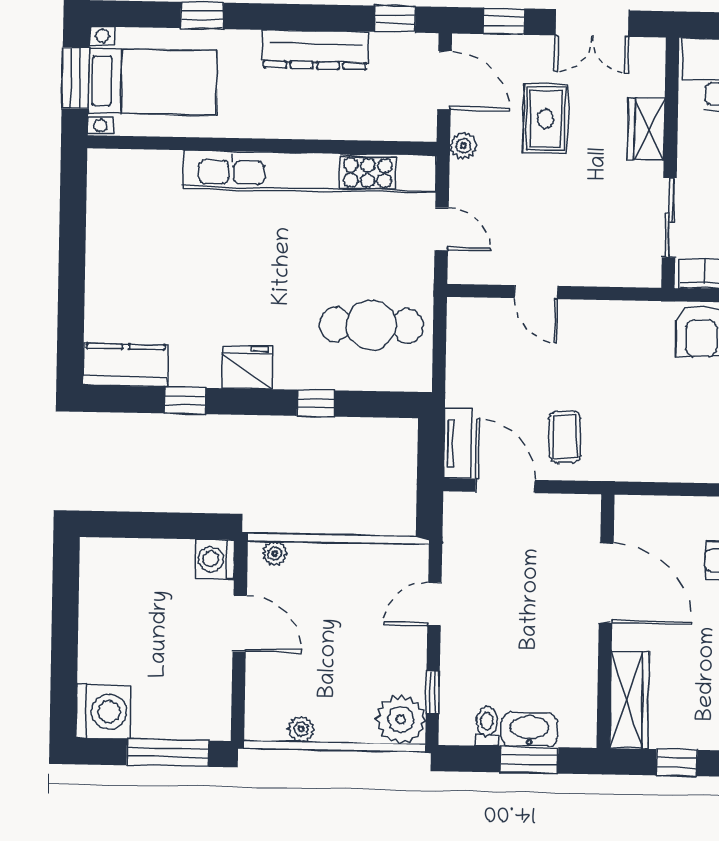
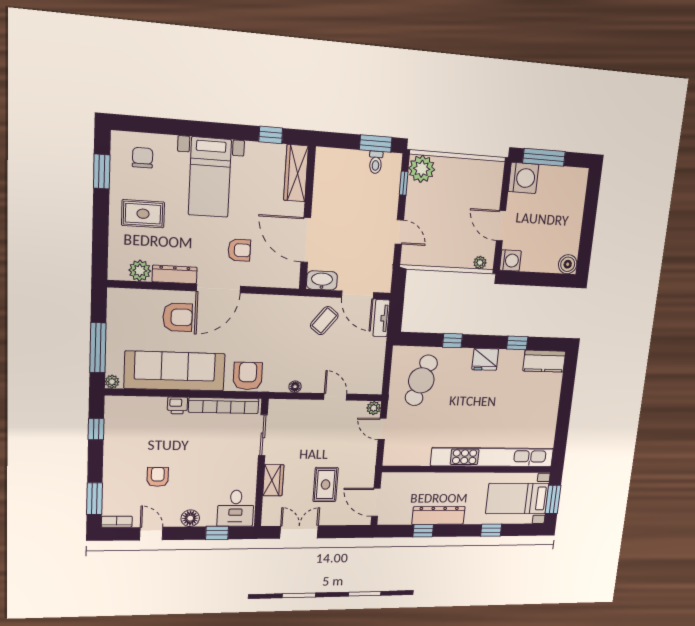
window: (395, 19) -> (423, 531), moved
window: (504, 21) -> (344, 532), removed
plant: (463, 146) -> (374, 408), moved
kitchen unit: (310, 172) -> (493, 457), moved
floor lamp: (613, 311) -> (295, 387), added
cafe table: (371, 325) -> (421, 380), turned -72
coffee table: (565, 437) -> (324, 321), turned 40
boiler: (98, 556) -> (568, 264), added
door: (434, 604) -> (399, 232), hinge flipped
washing machine: (104, 711) -> (523, 178), moved, turned 180
plant: (301, 729) -> (475, 166), removed
washbasin: (529, 730) -> (322, 280), moved, turned 180
window: (529, 760) -> (376, 143), moved

